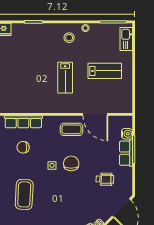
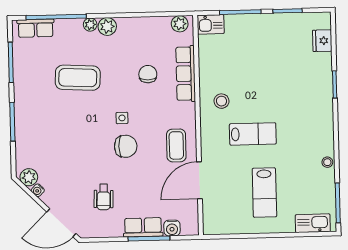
stool: (69, 38) -> (221, 101), moved
lab bench: (65, 78) -> (253, 134), turned 180

